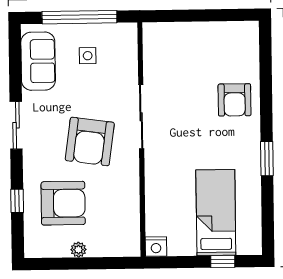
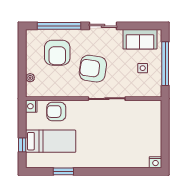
nightstand: (249, 31) -> (155, 162), added
armchair: (235, 100) -> (56, 112), moved
window: (267, 159) -> (63, 171), moved
window: (17, 201) -> (59, 26), width x3.17
plant: (78, 250) -> (30, 78), moved

